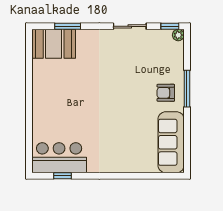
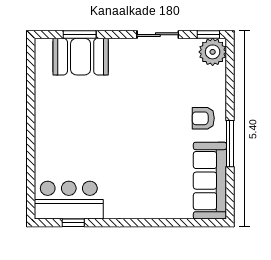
plant: (178, 35) -> (213, 52), width x1.88, depth x1.88
booth: (54, 44) -> (81, 57), moved
window: (187, 89) -> (230, 144), moved

